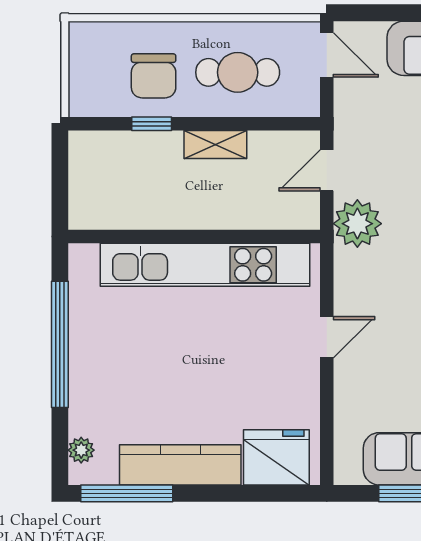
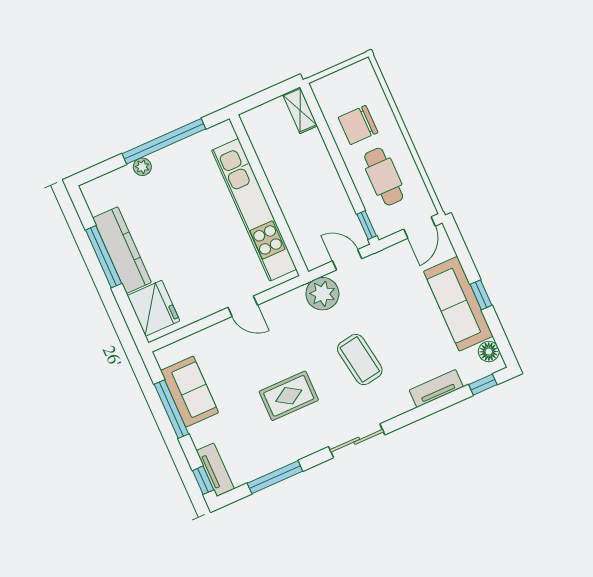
window: (152, 124) -> (367, 225), moved
shelving: (215, 144) -> (300, 110), moved
plant: (81, 450) -> (142, 167), moved
window: (127, 493) -> (104, 257), moved

